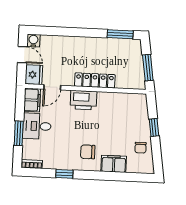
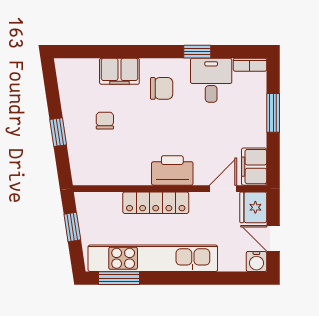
kitchen unit: (98, 46) -> (153, 258), added
window: (148, 68) -> (72, 227), width x0.67
desk: (37, 126) -> (211, 80), moved, turned -90
chair: (141, 148) -> (105, 121), moved

